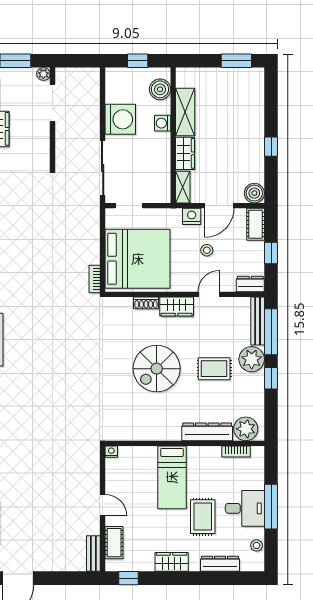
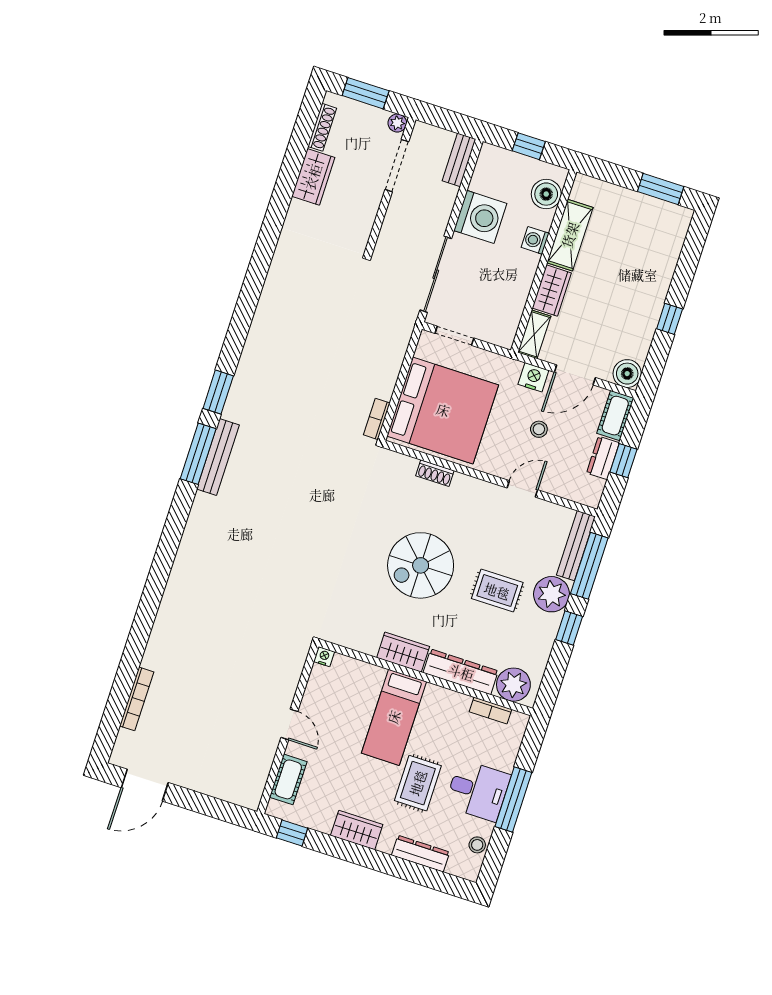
dresser: (250, 284) -> (603, 458), moved, turned -90
wardrobe: (177, 307) -> (403, 652), moved, turned 180
bench: (93, 553) -> (459, 160), moved

